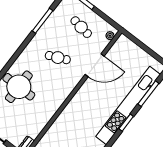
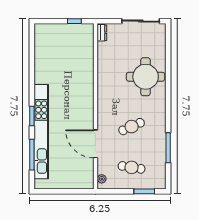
door: (95, 65) -> (95, 144), hinge flipped

